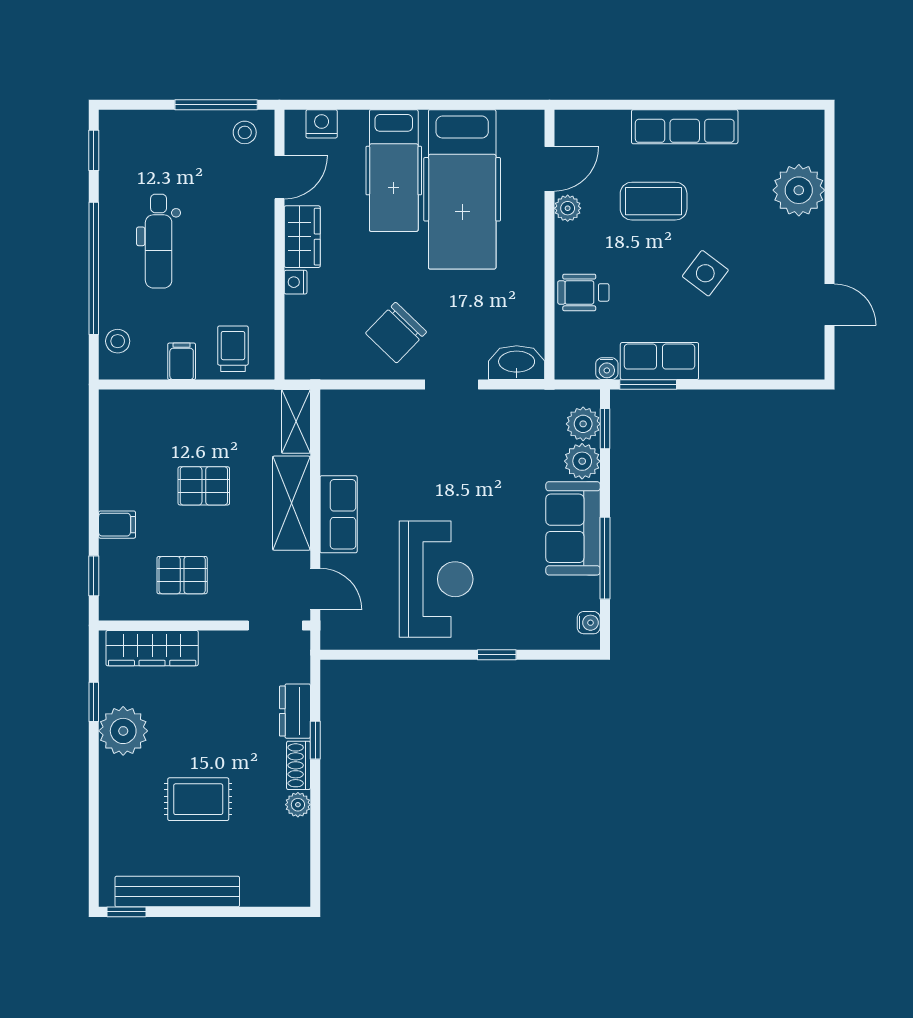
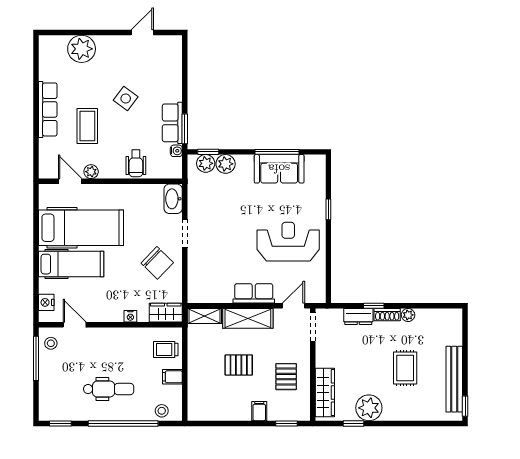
wardrobe: (302, 237) -> (166, 313), moved
pallet: (204, 486) -> (239, 365), turned 90
sofa: (573, 528) -> (279, 169), moved
water cooler: (589, 623) -> (311, 160), removed

